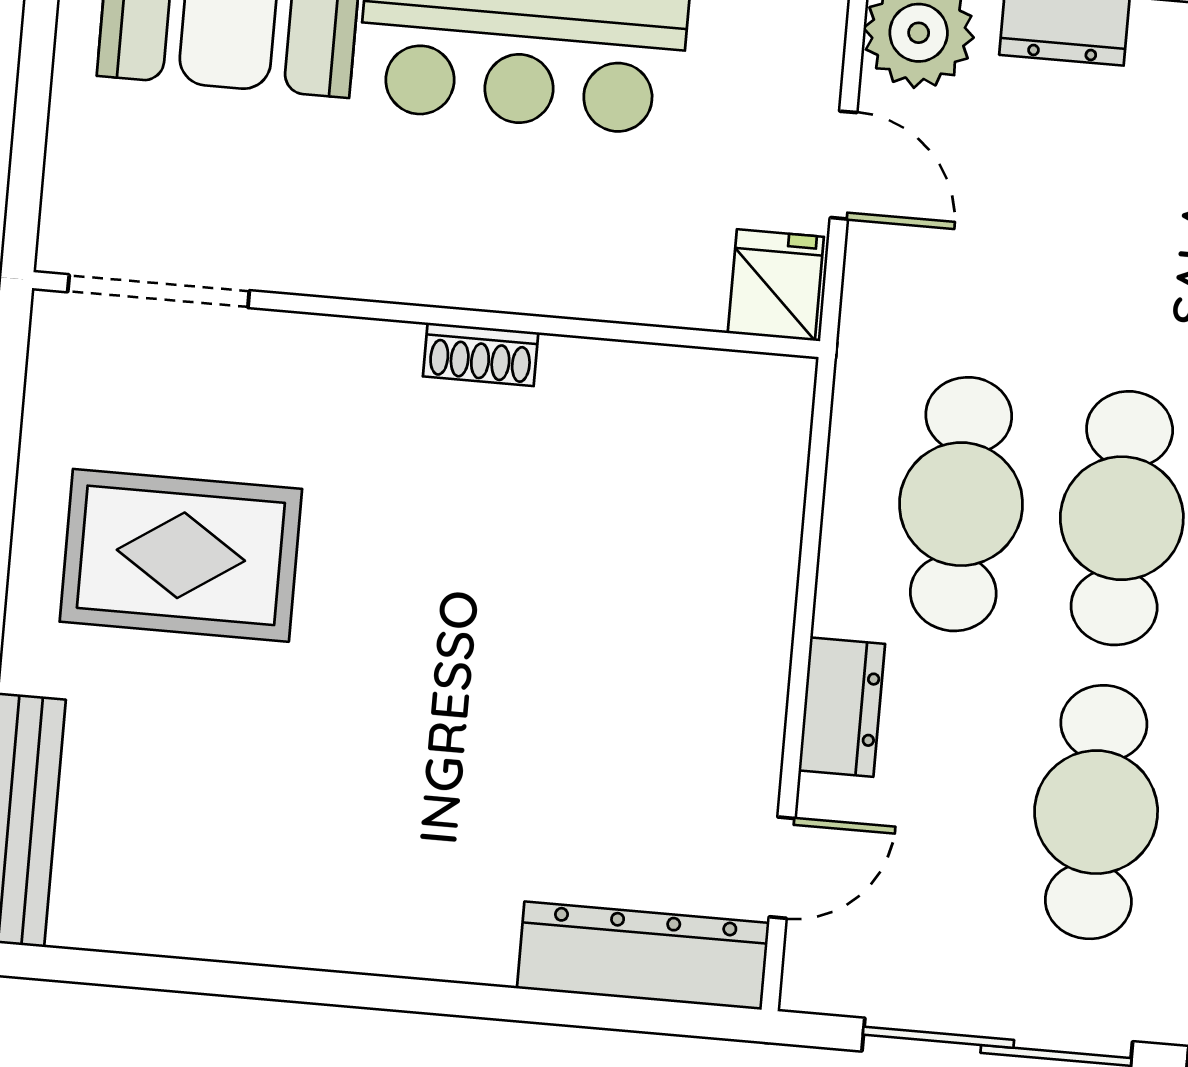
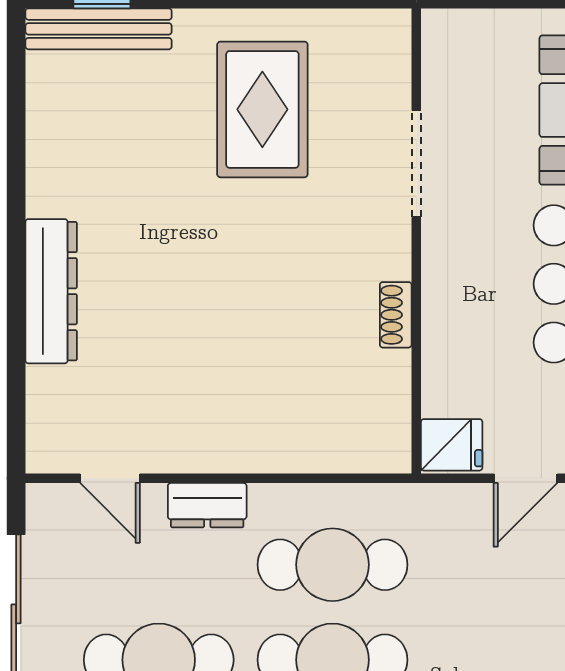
doorway: (159, 291) -> (416, 164), moved
shoe rack: (481, 354) -> (396, 315), moved
dresser: (643, 956) -> (51, 291), moved

